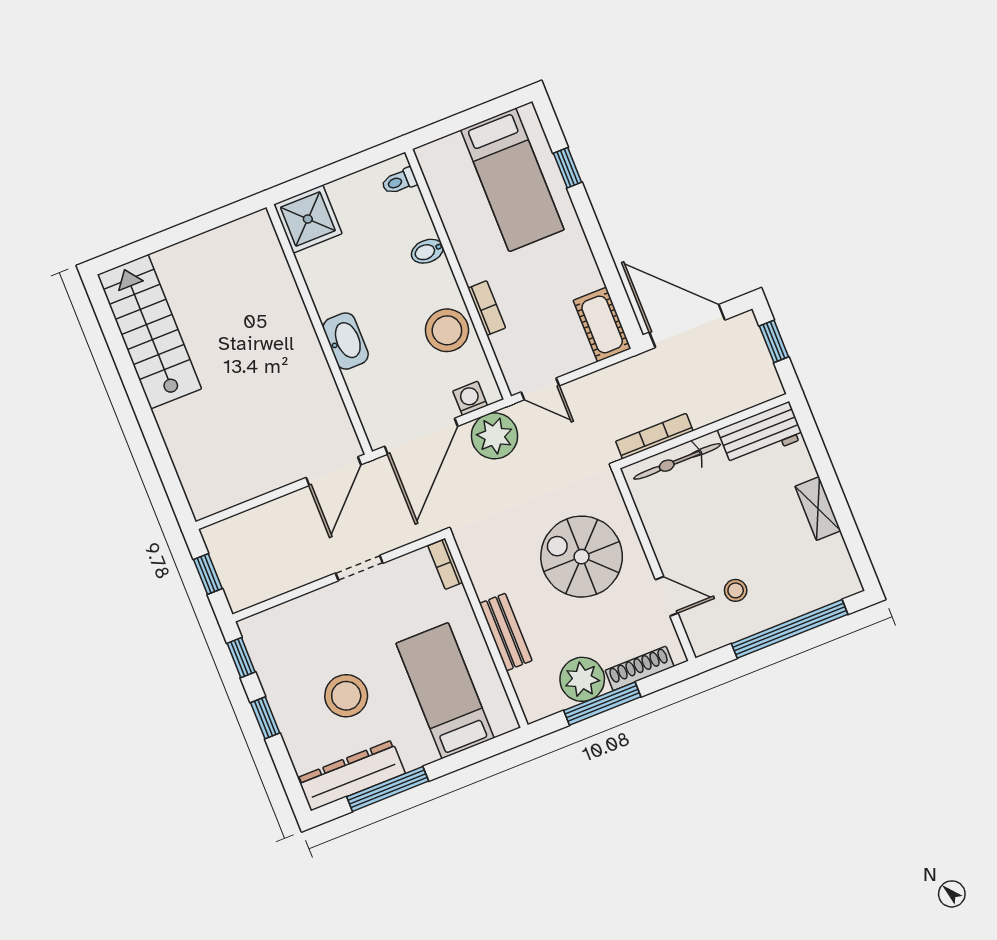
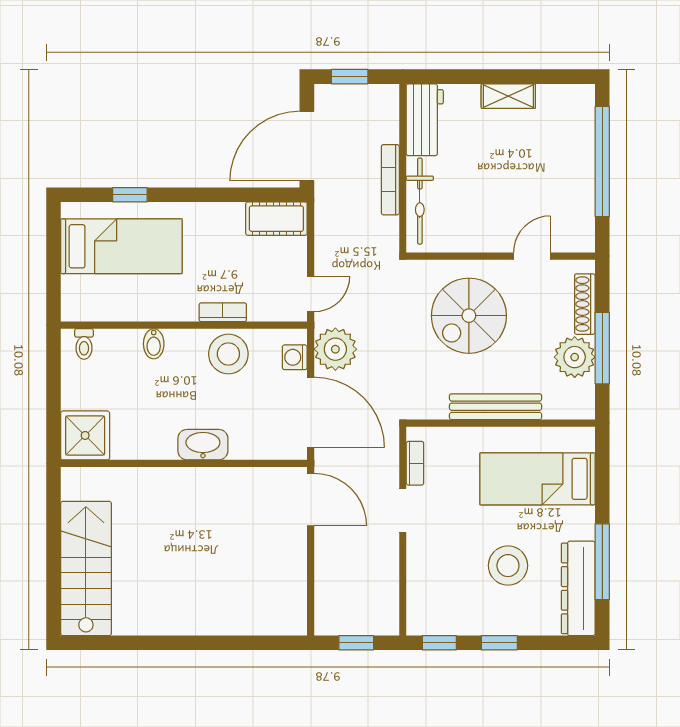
stairs: (149, 332) -> (86, 568), moved, turned 90
bookcase: (654, 436) -> (390, 180), moved
bookcase: (445, 564) -> (415, 463), moved, turned -90
stool: (736, 590) -> (551, 195), removed
bench: (506, 632) -> (496, 407), width x1.36

